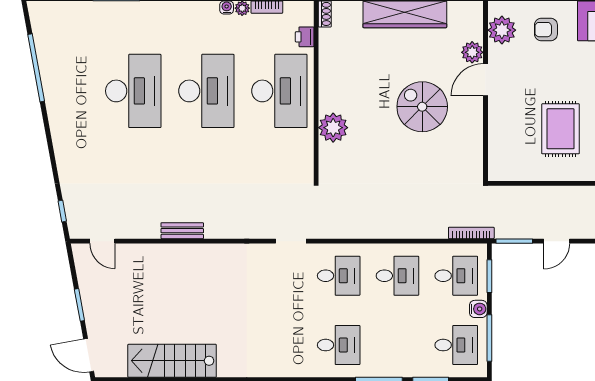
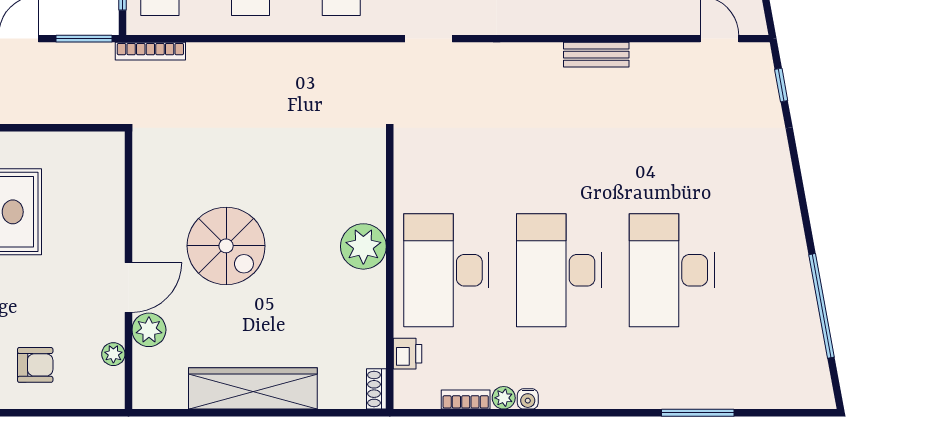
plant: (502, 30) -> (113, 354), width x0.53, depth x0.53
plant: (333, 128) -> (363, 246), moved

